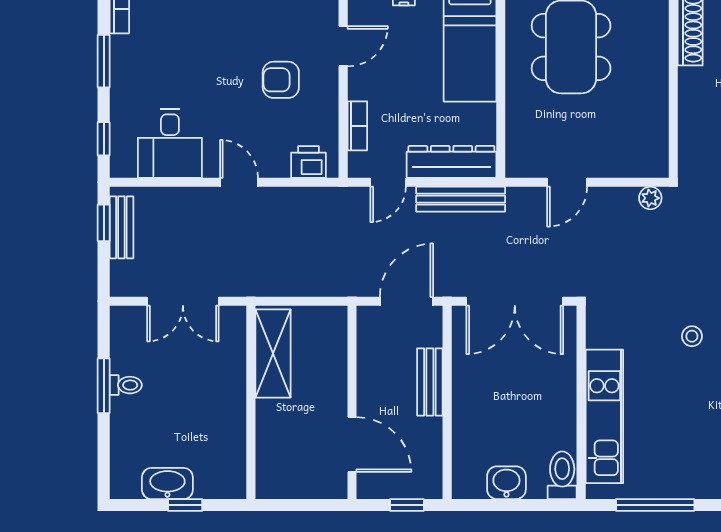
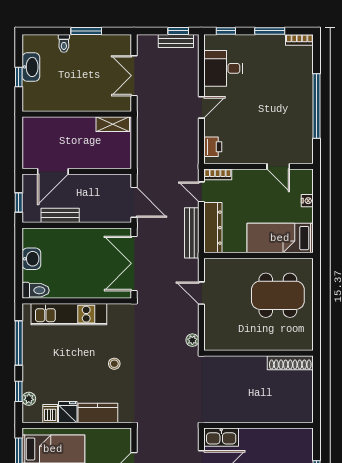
armchair: (281, 80) -> (259, 131), removed
bookcase: (357, 126) -> (218, 174), moved
shelving: (273, 353) -> (113, 124), width x0.67, depth x0.75
bench: (430, 382) -> (60, 215), moved
toilet: (126, 385) -> (64, 43), moved

